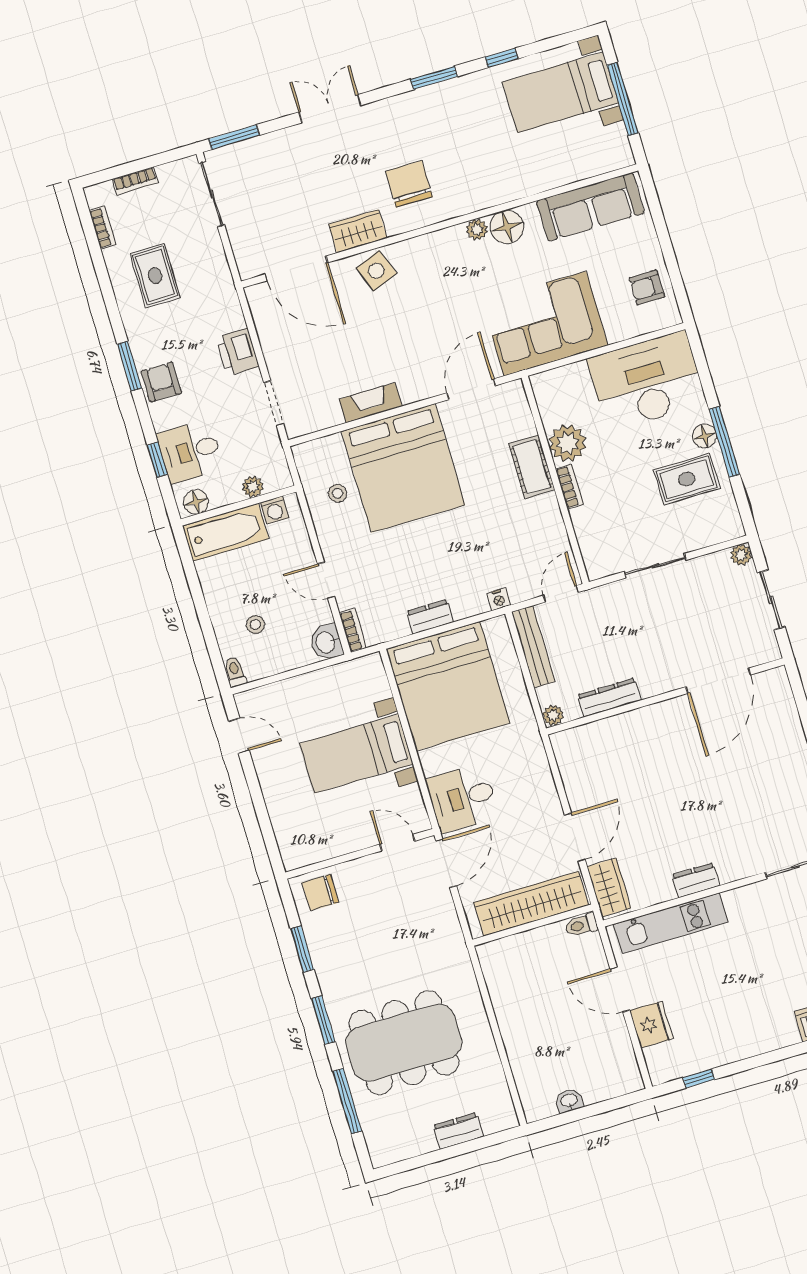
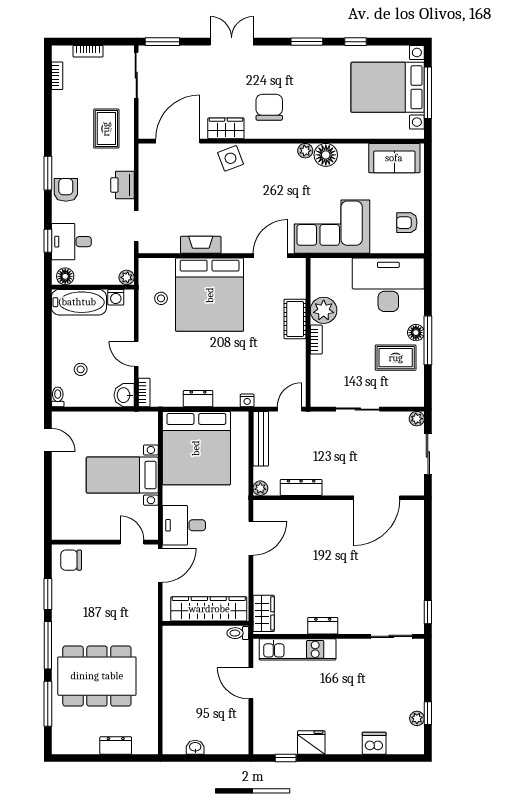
bed with nightstands: (560, 92) -> (388, 87), width x1.36
sofa: (590, 207) -> (394, 158), width x0.73
door: (296, 268) -> (178, 141), swing flipped
rug: (155, 276) -> (106, 129), moved
plant: (253, 487) -> (127, 277), moved
door: (575, 837) -> (251, 538), moved
window: (323, 1020) -> (48, 645), width x1.44
fridge: (651, 1025) -> (311, 742), moved, turned -90

